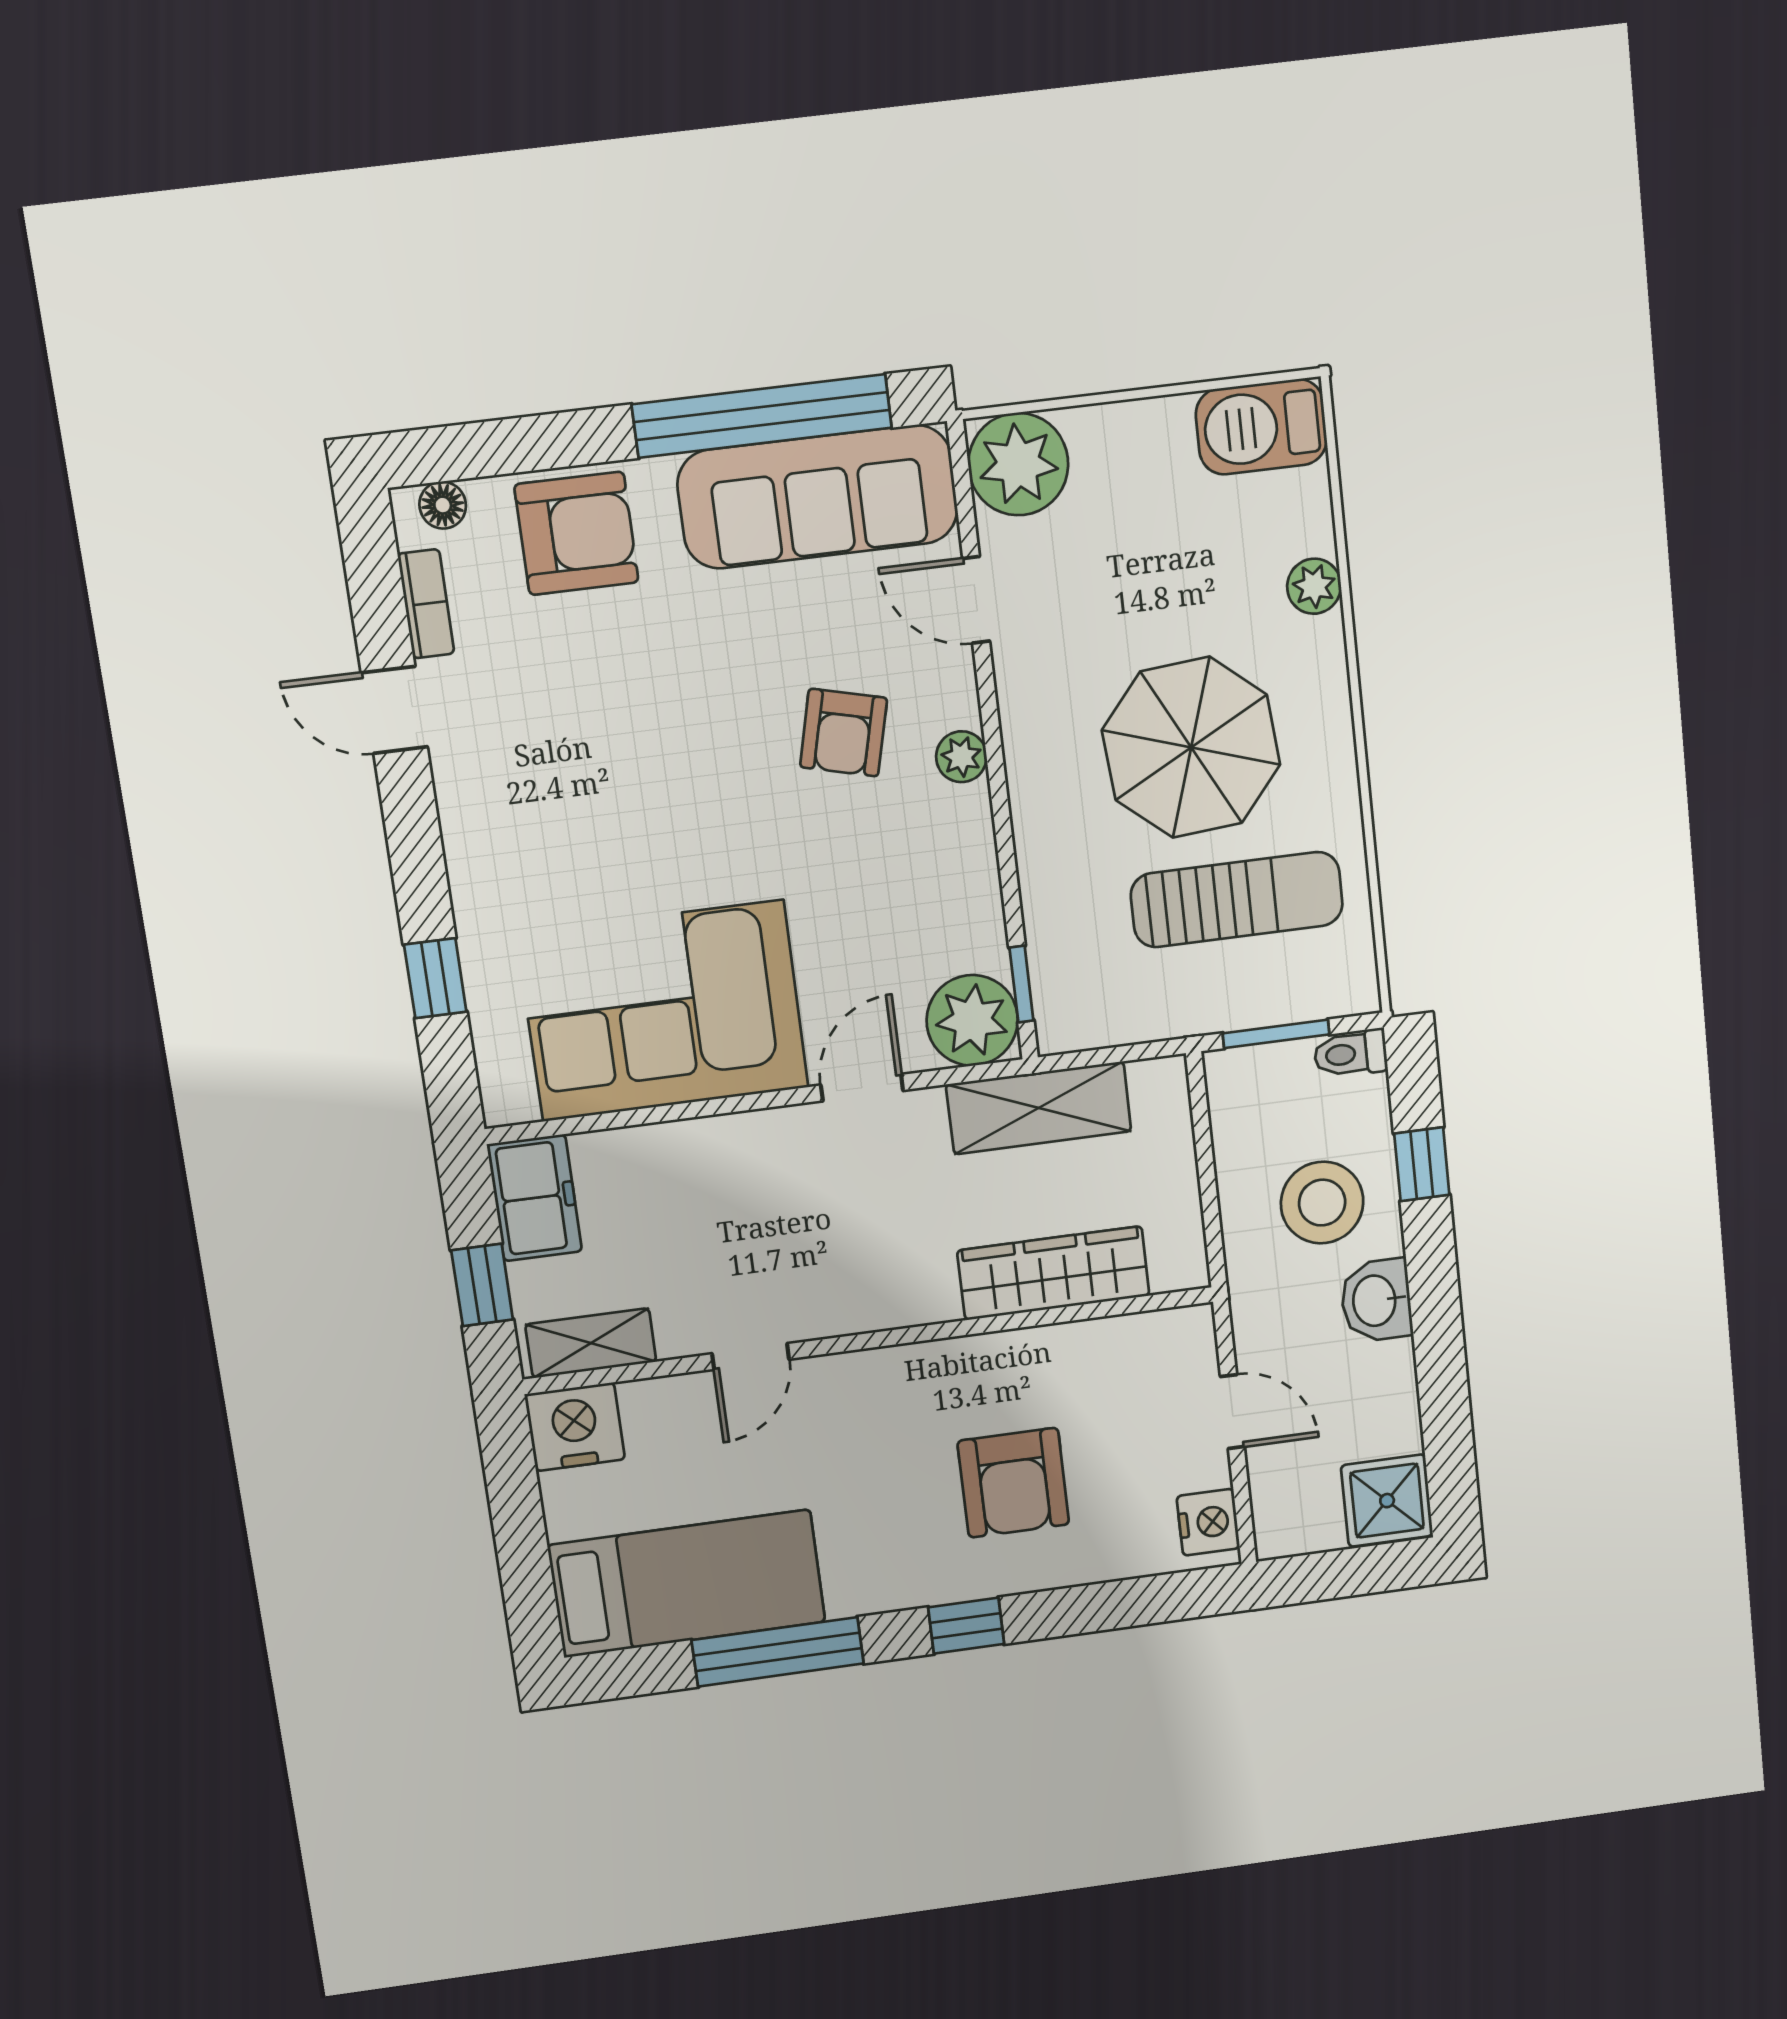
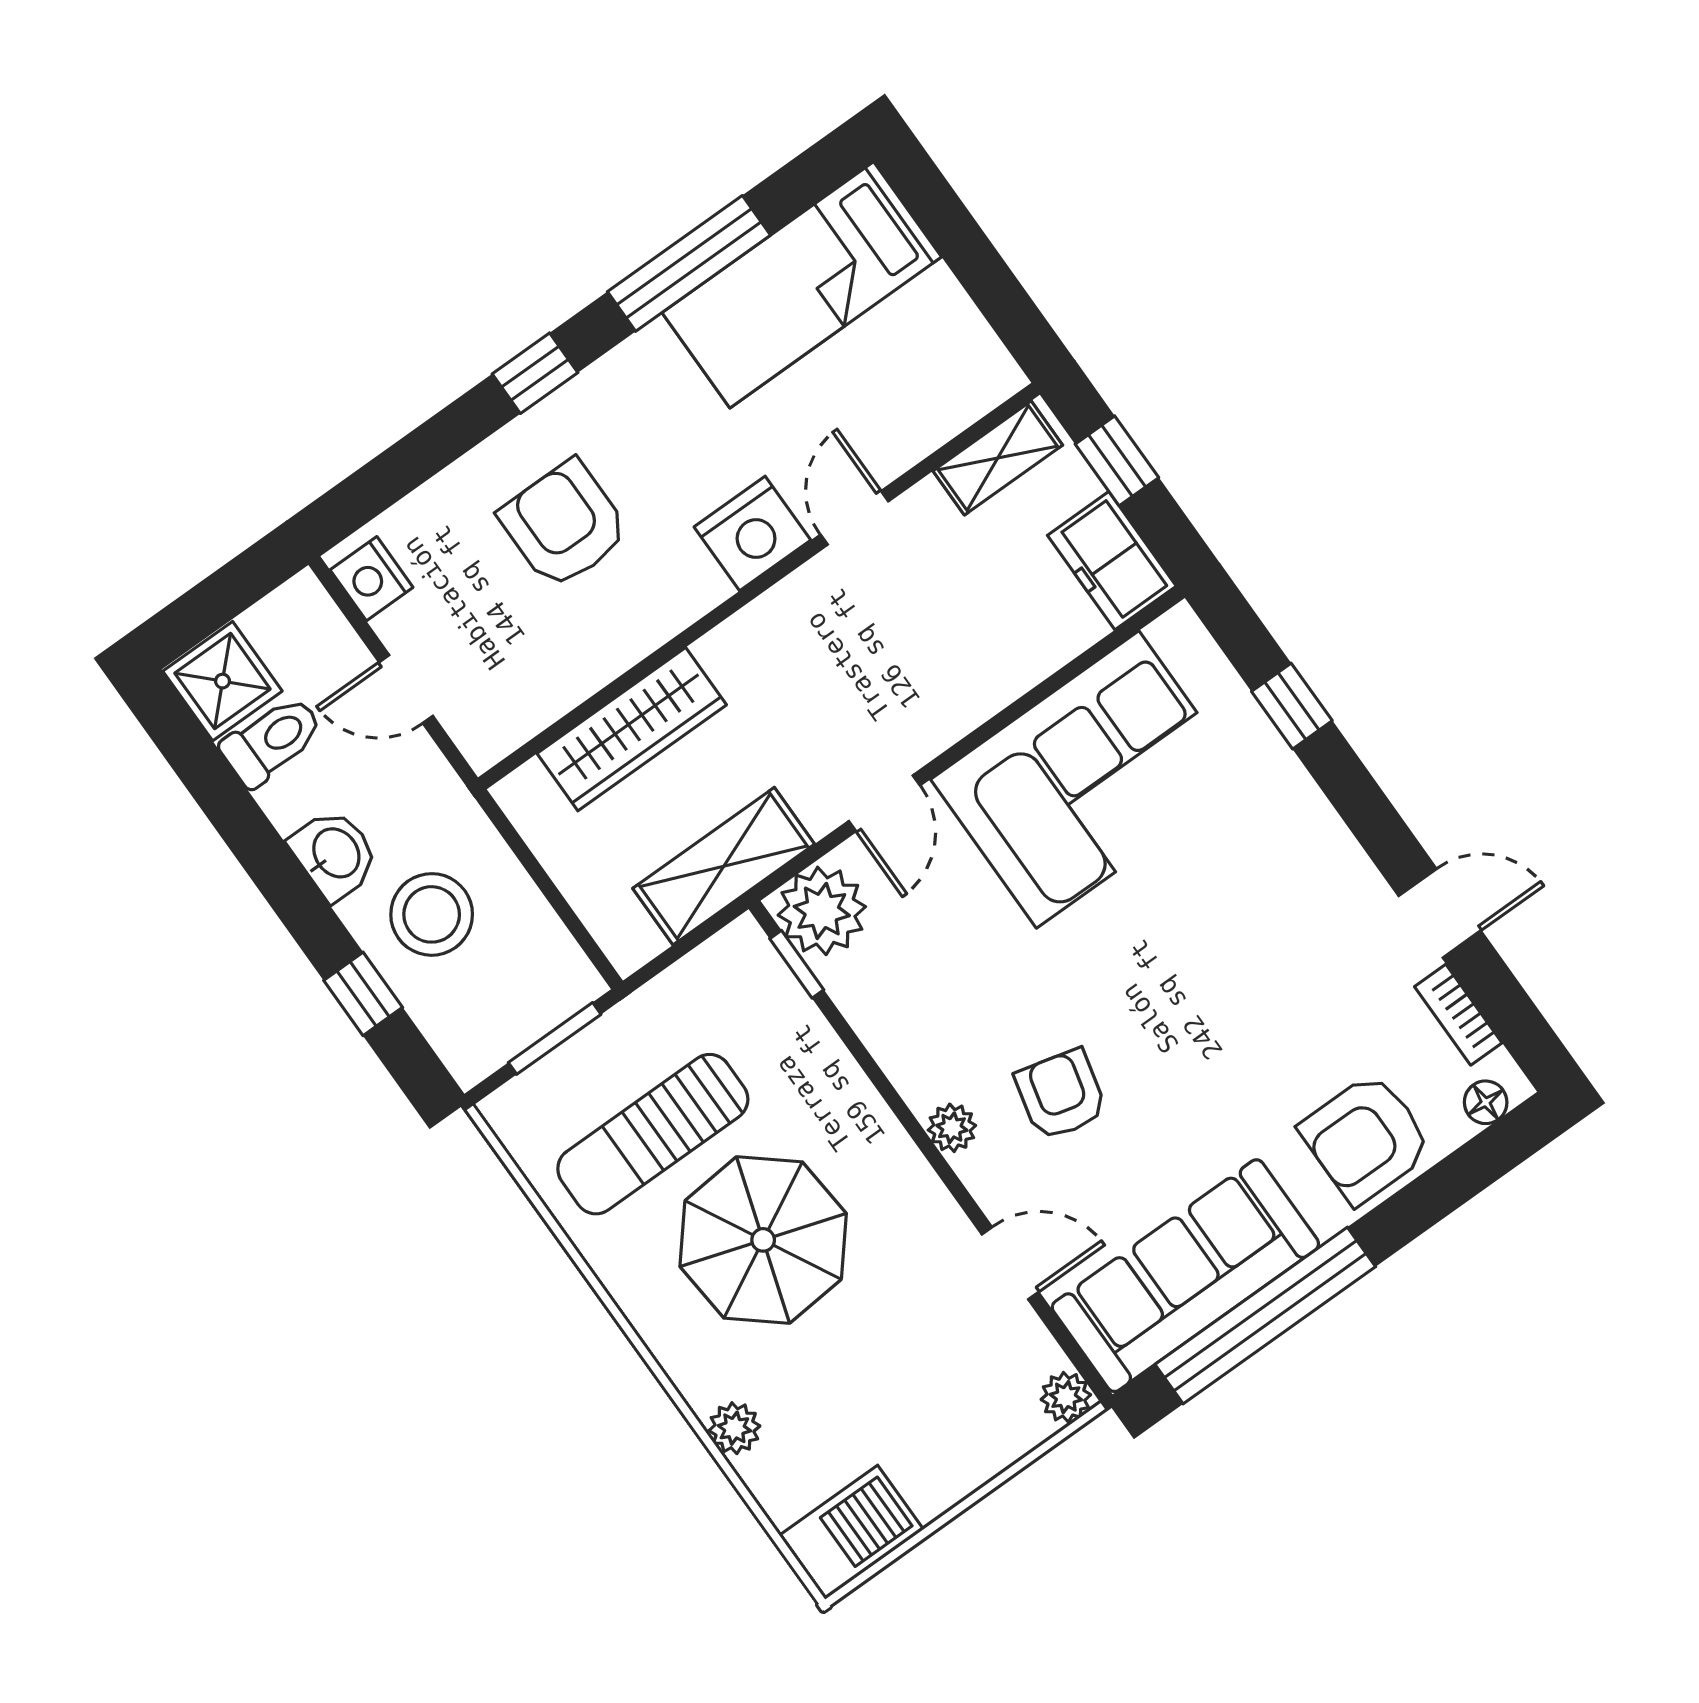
plant: (1018, 464) -> (1066, 1397), width x0.53, depth x0.53
toilet: (1351, 1054) -> (272, 741), moved, width x1.37, depth x1.39
nightstand: (575, 1427) -> (752, 533), moved

